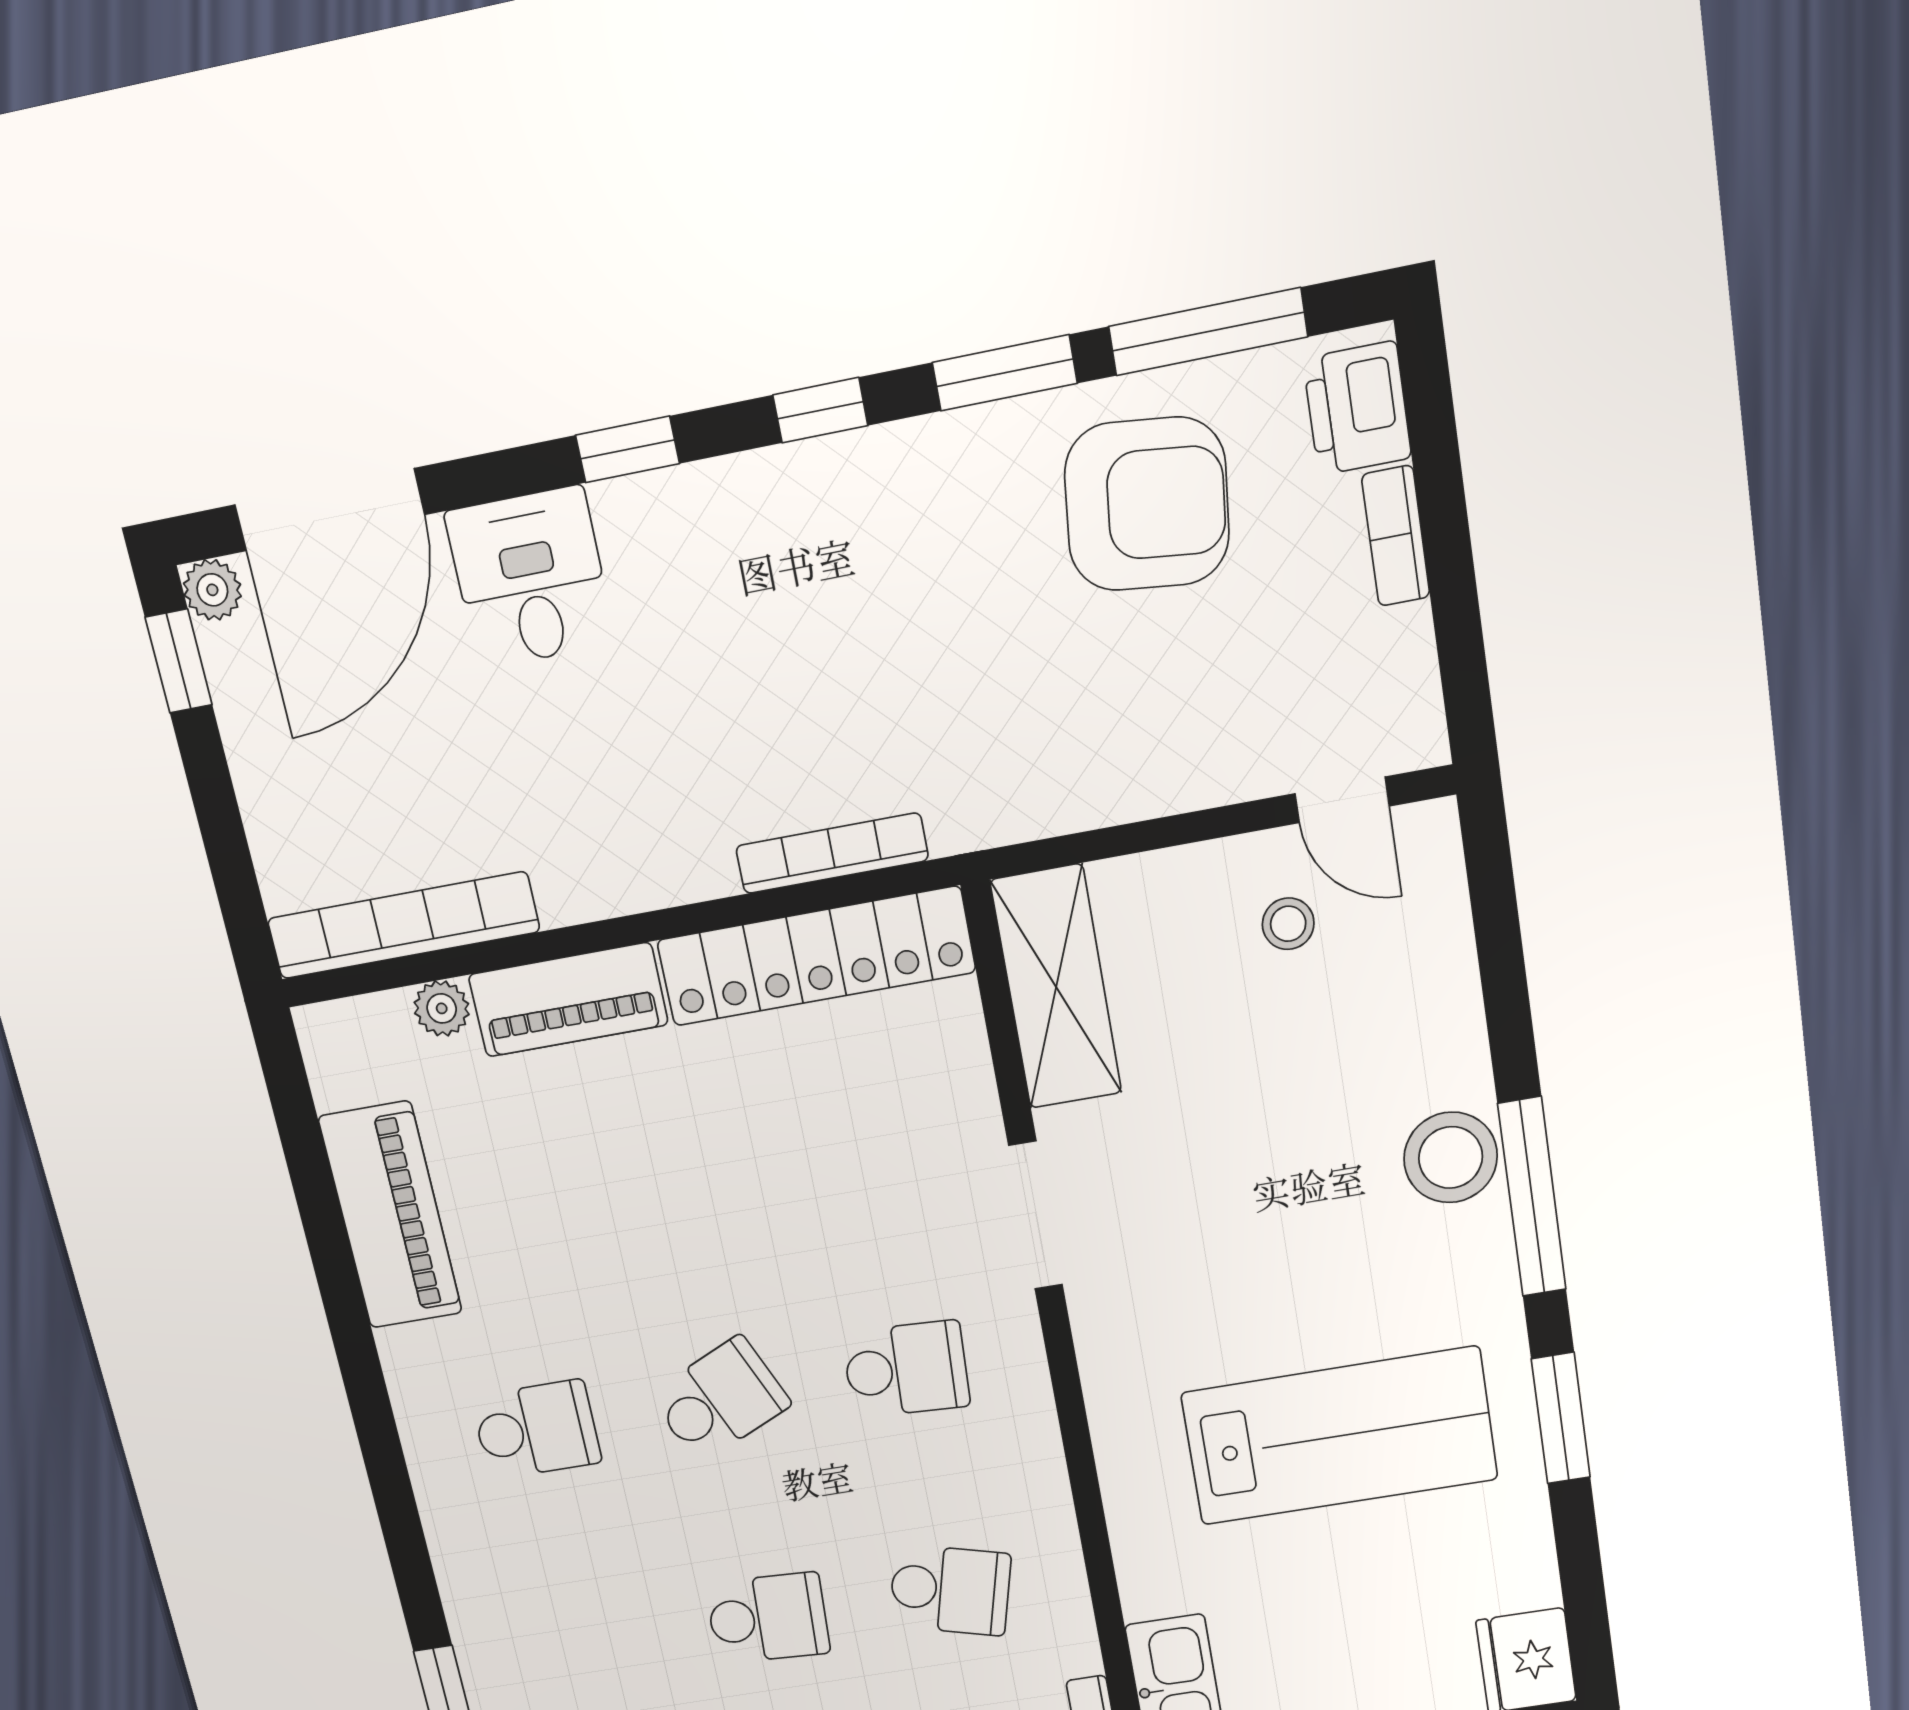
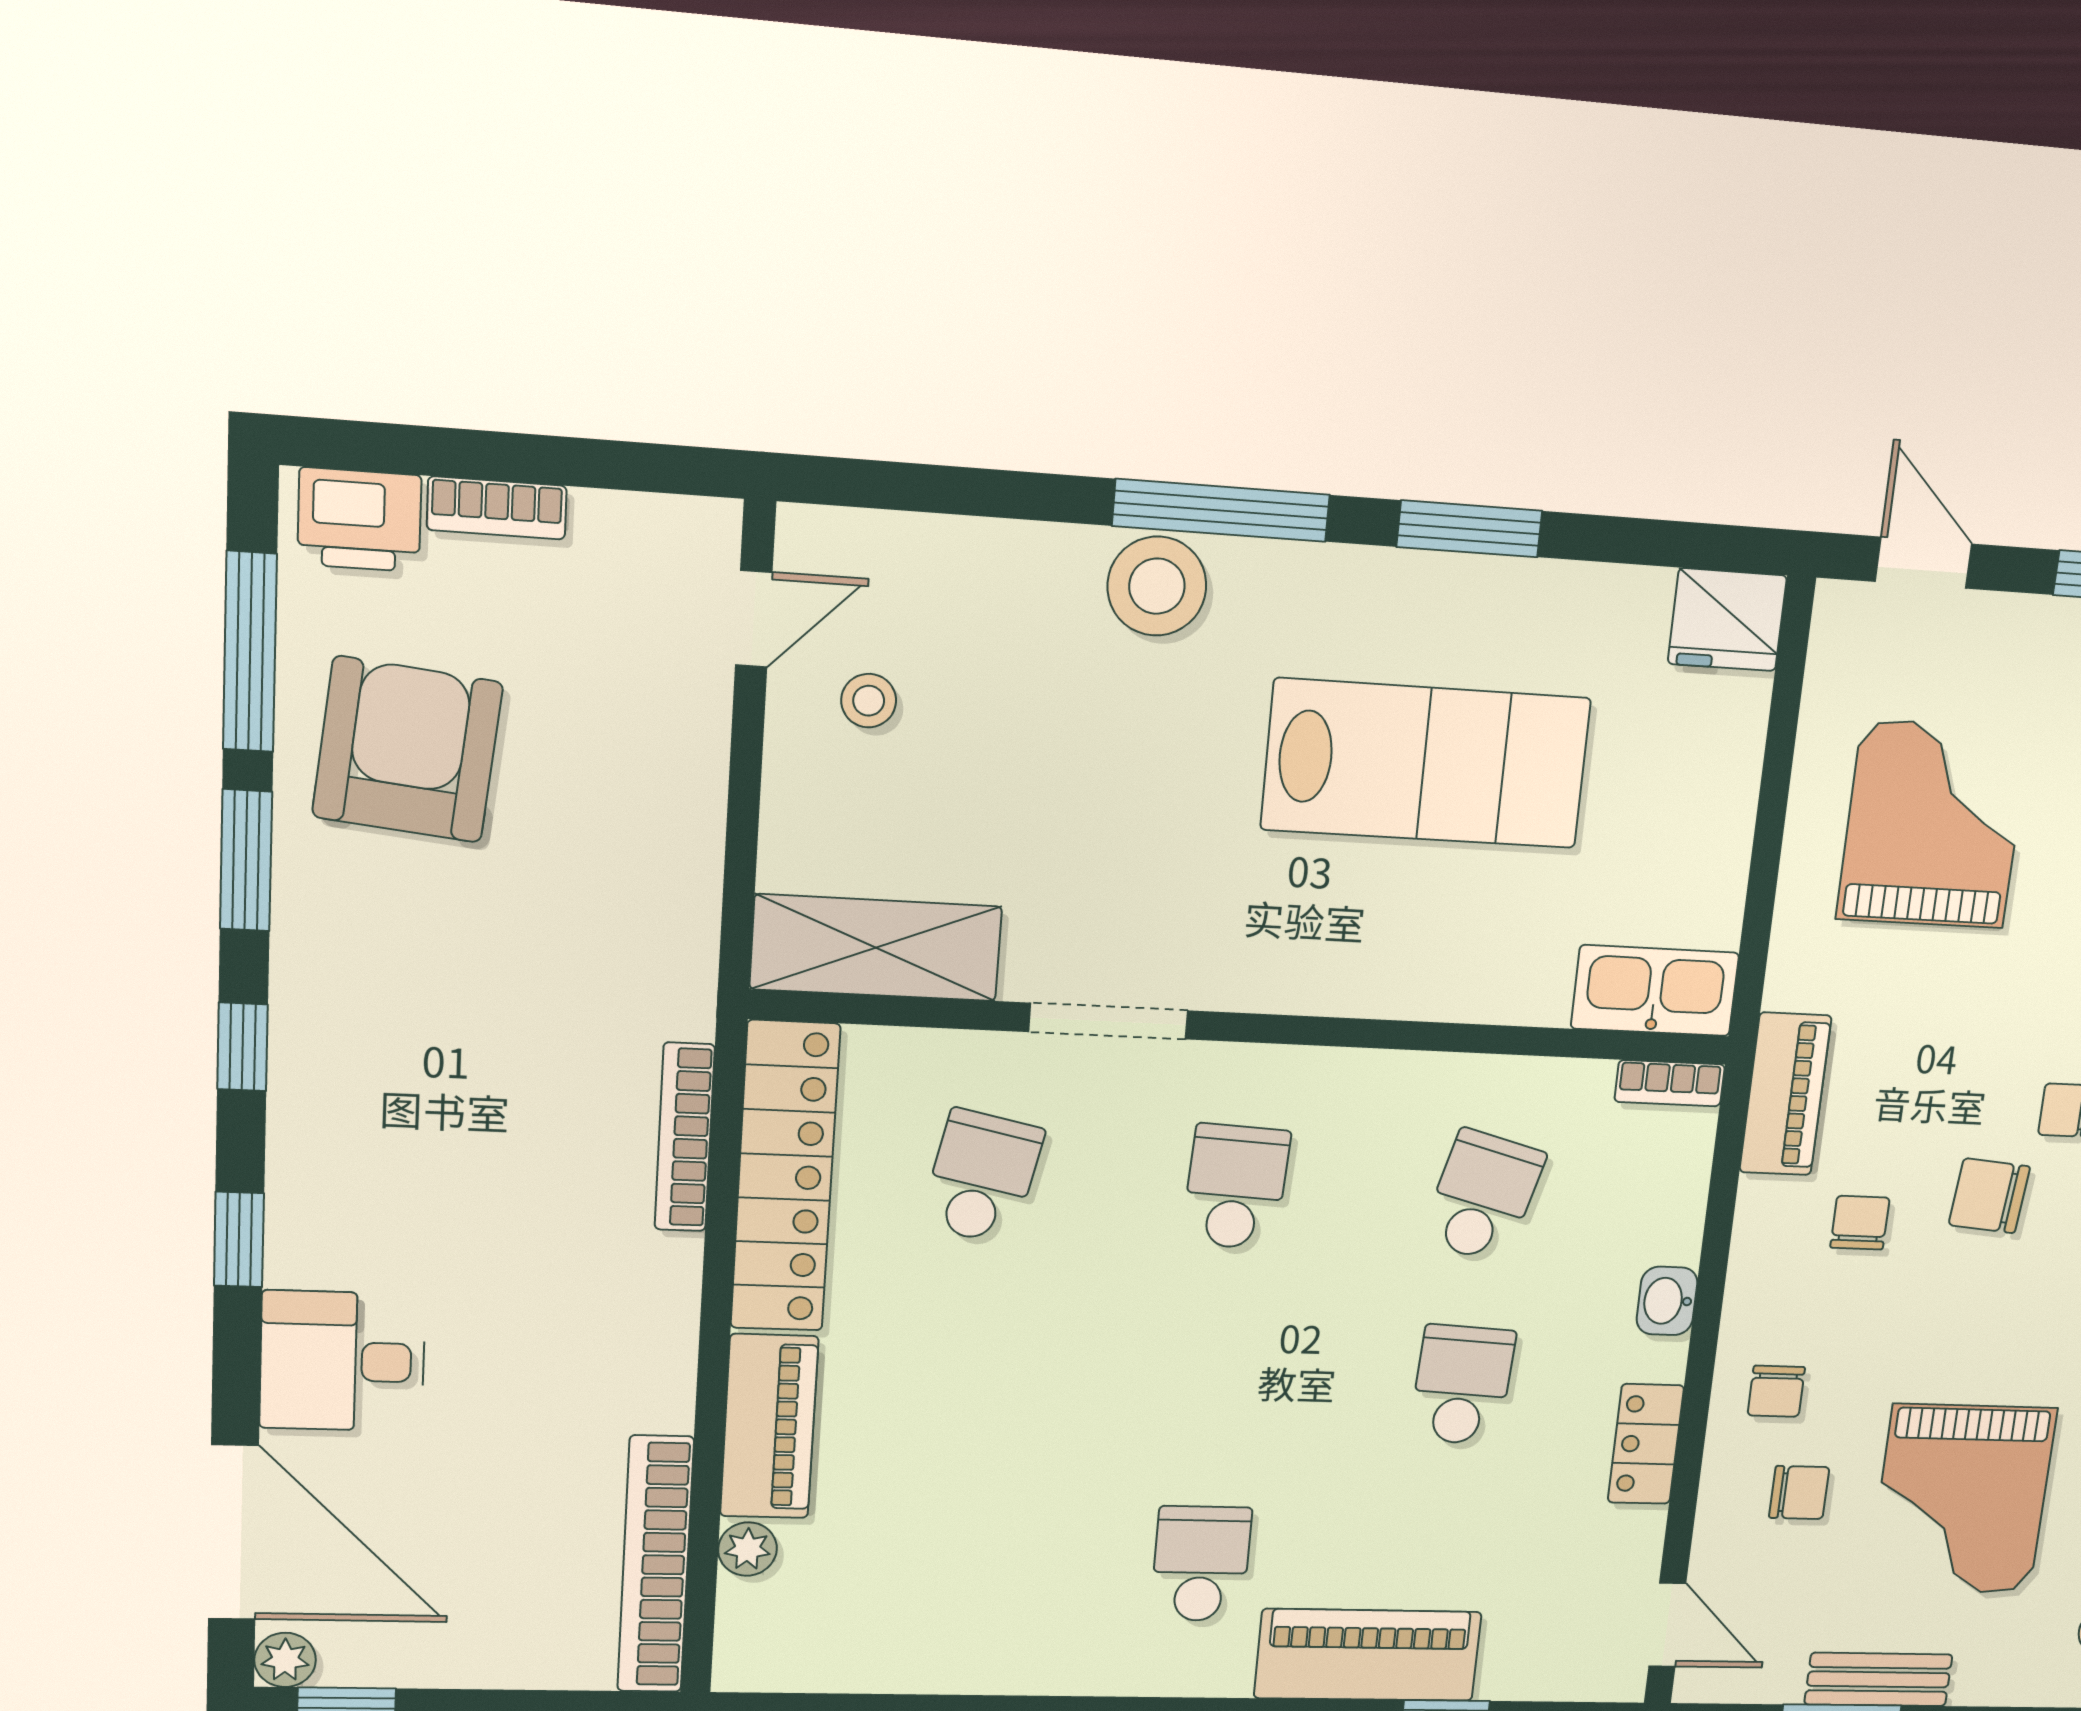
piano: (391, 1215) -> (1368, 1655), moved
school desk: (720, 1400) -> (982, 1177), moved, turned 36
lab bench: (1339, 1436) -> (1426, 764), turned 90

